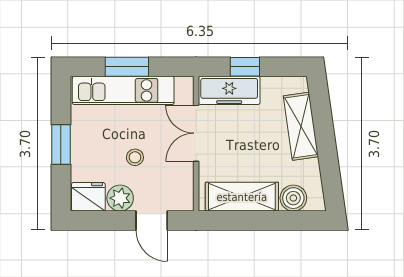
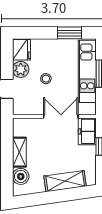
freezer: (229, 90) -> (87, 131), width x0.71
window: (61, 144) -> (70, 33), moved
shelving: (242, 197) -> (19, 152), width x0.67, depth x0.75

